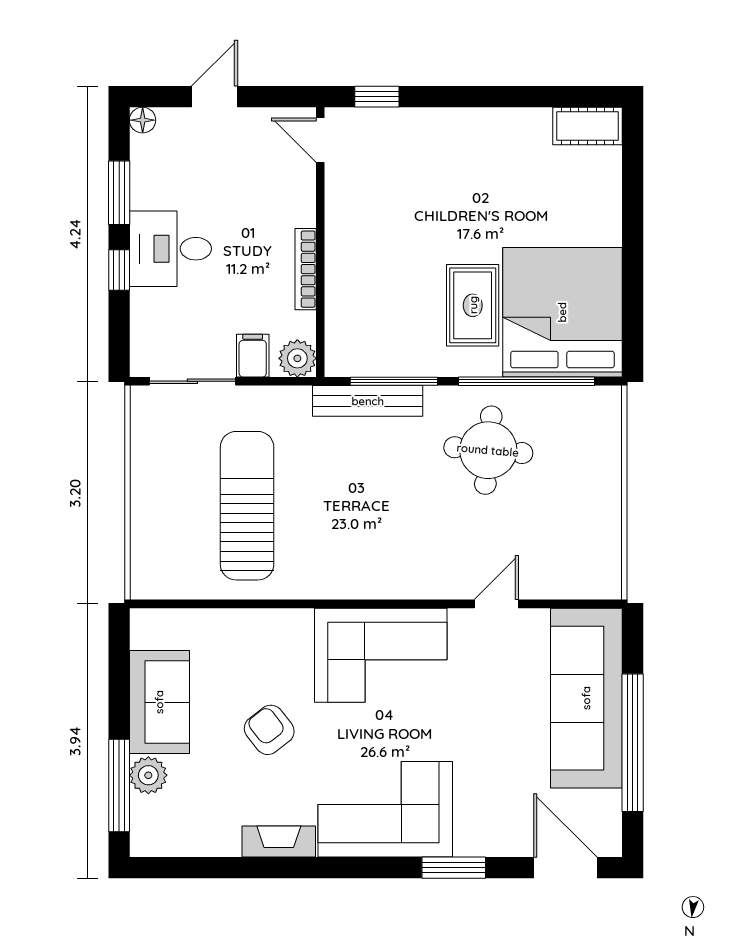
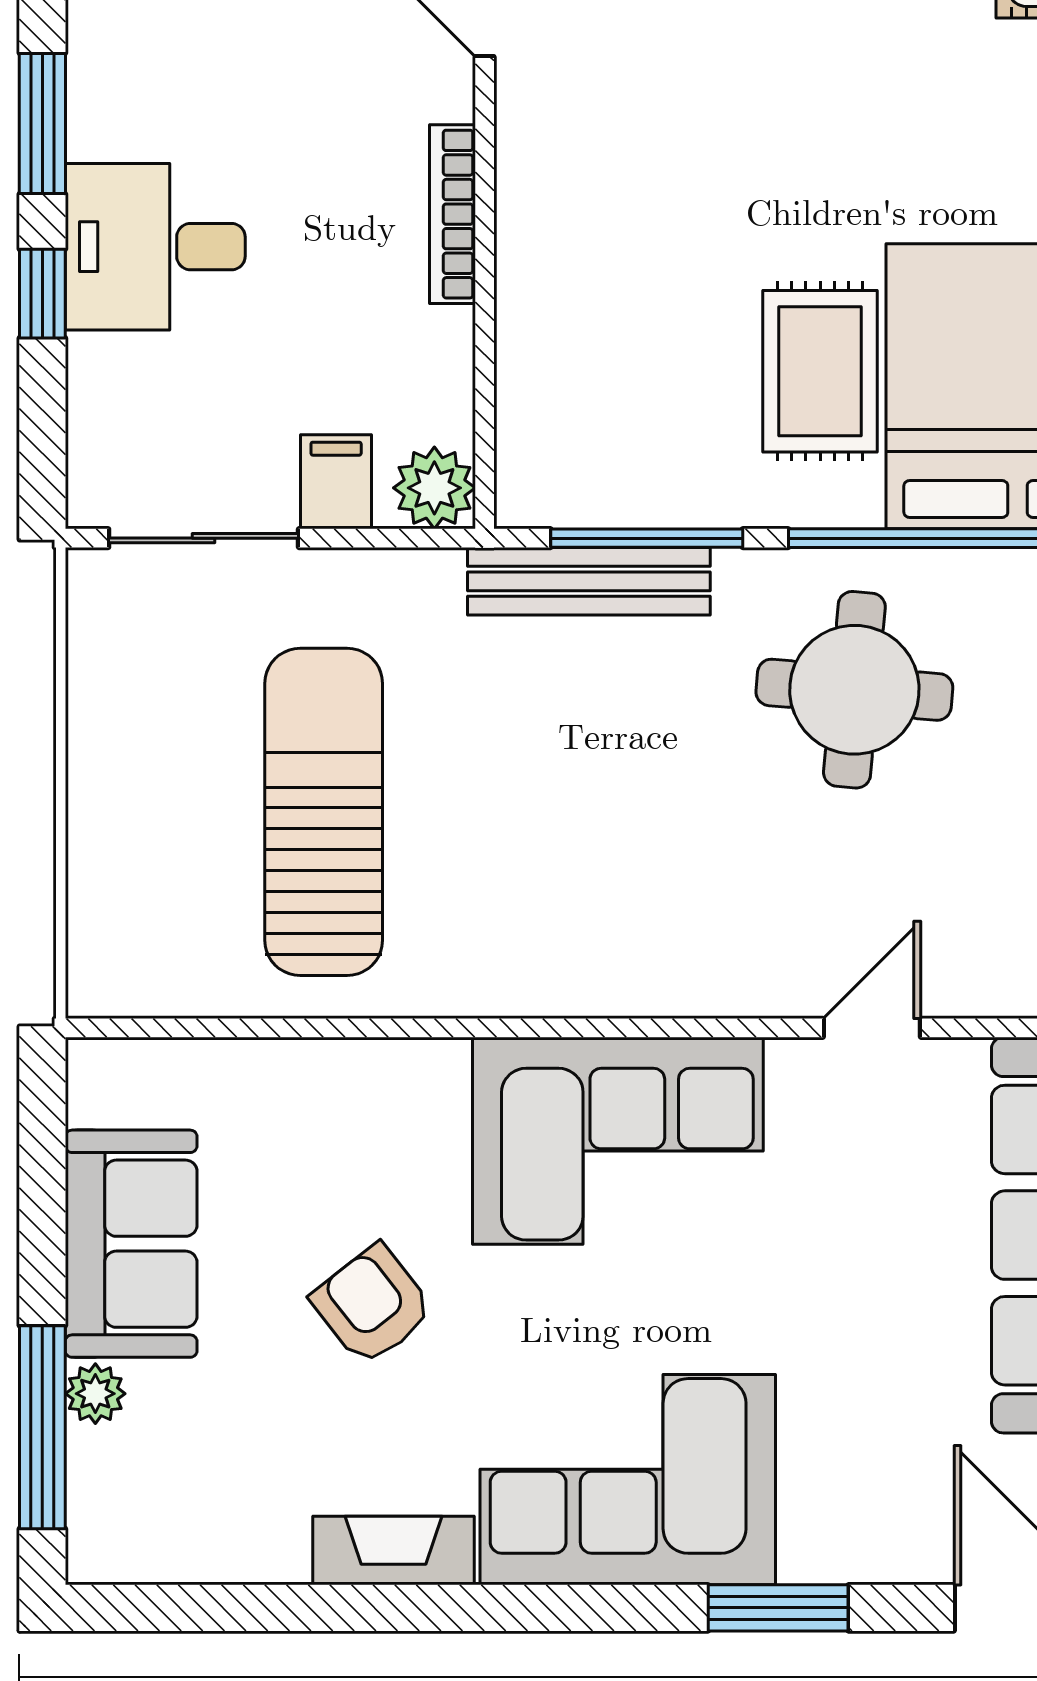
bookcase: (306, 269) -> (453, 214), moved
plant: (148, 775) -> (95, 1394), width x0.73, depth x0.73

